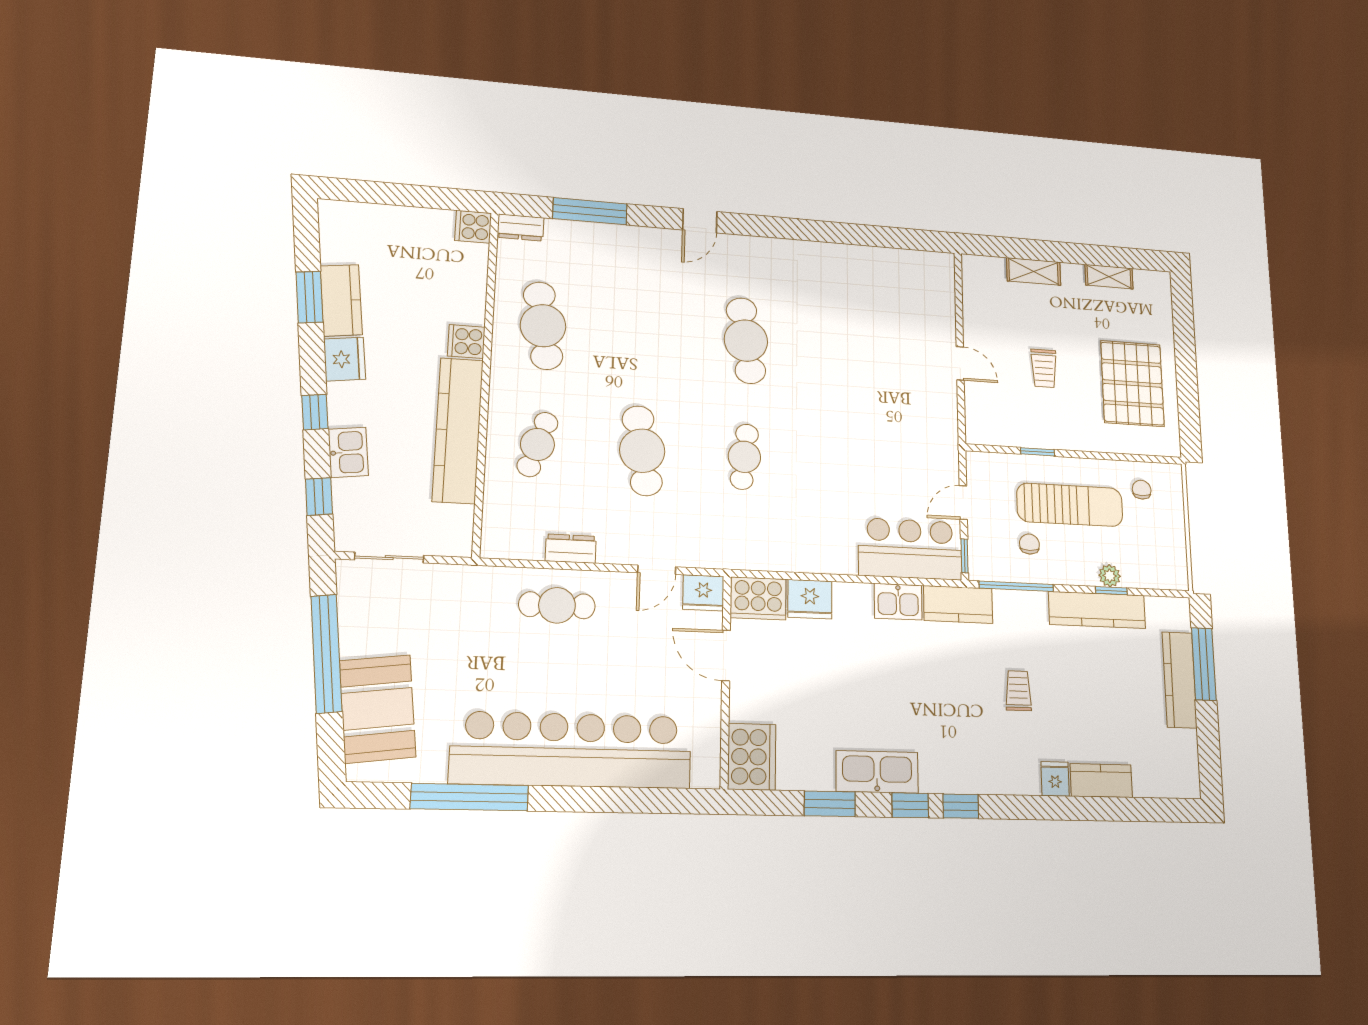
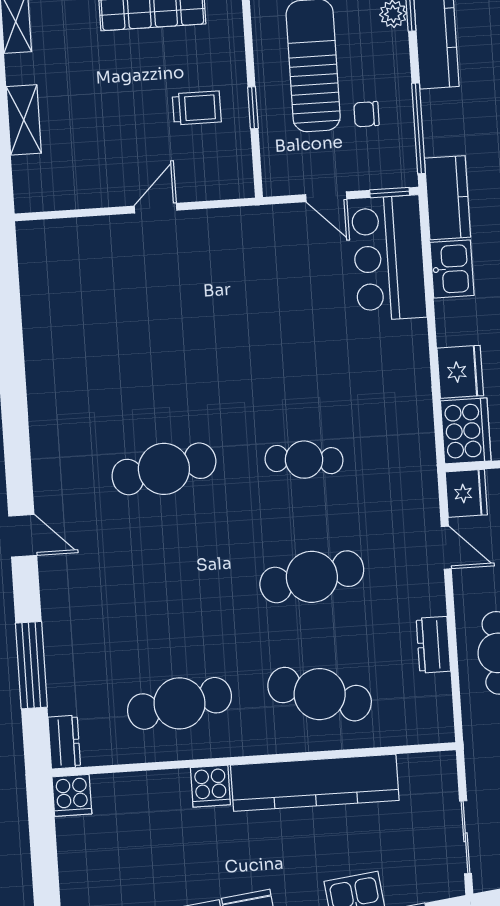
trolley: (1044, 368) -> (197, 108), moved
cafe table: (537, 444) -> (320, 694), width x1.37, depth x1.35

